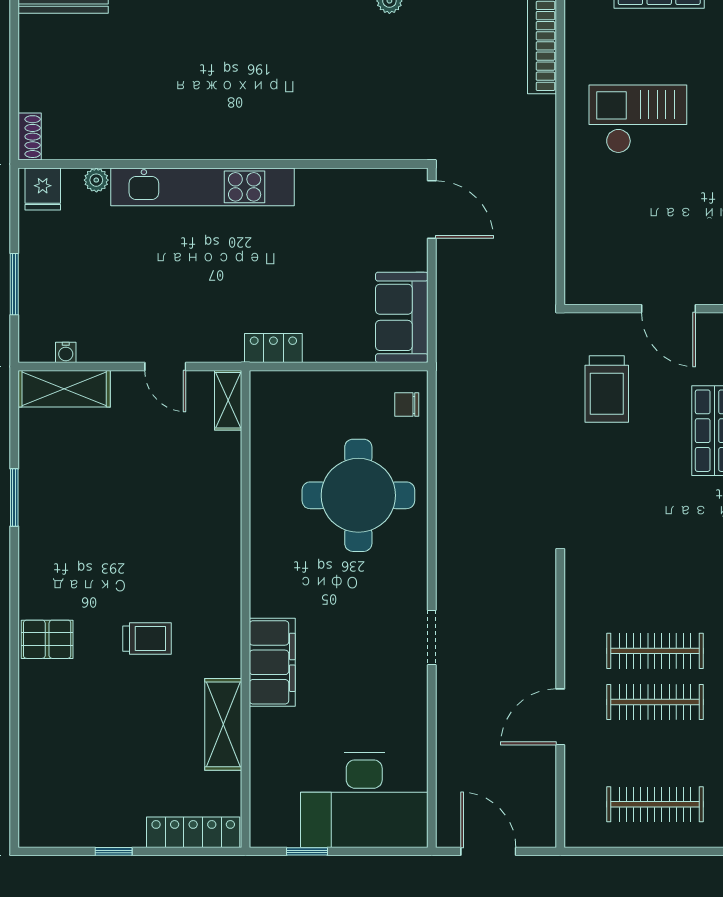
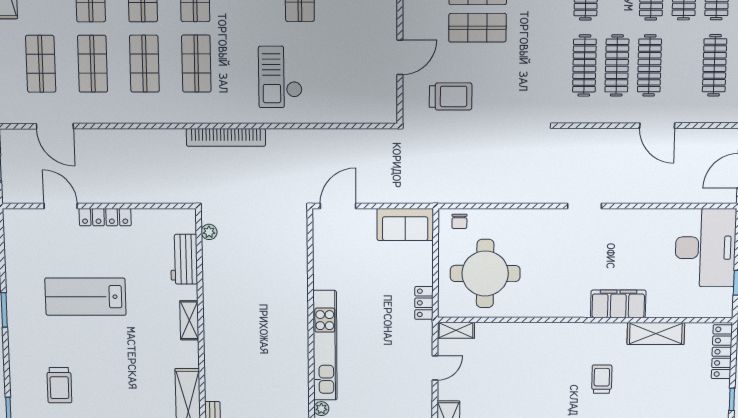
round table: (358, 495) -> (485, 274), moved
clothes rail: (655, 600) -> (584, 66), added
doorway: (432, 637) -> (585, 206), moved

